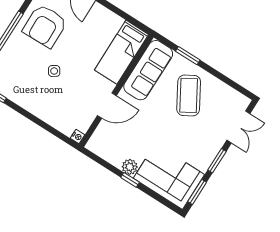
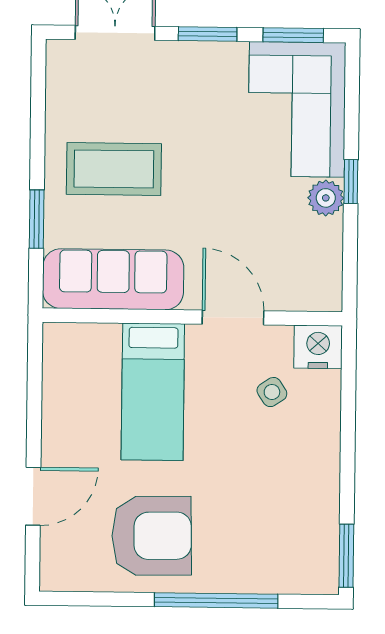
bed: (121, 52) -> (153, 392), moved, turned 90
side table: (54, 71) -> (272, 392), moved
coffee table: (189, 95) -> (114, 169), turned 30
nightstand: (78, 137) -> (318, 347), width x1.89, depth x1.79

